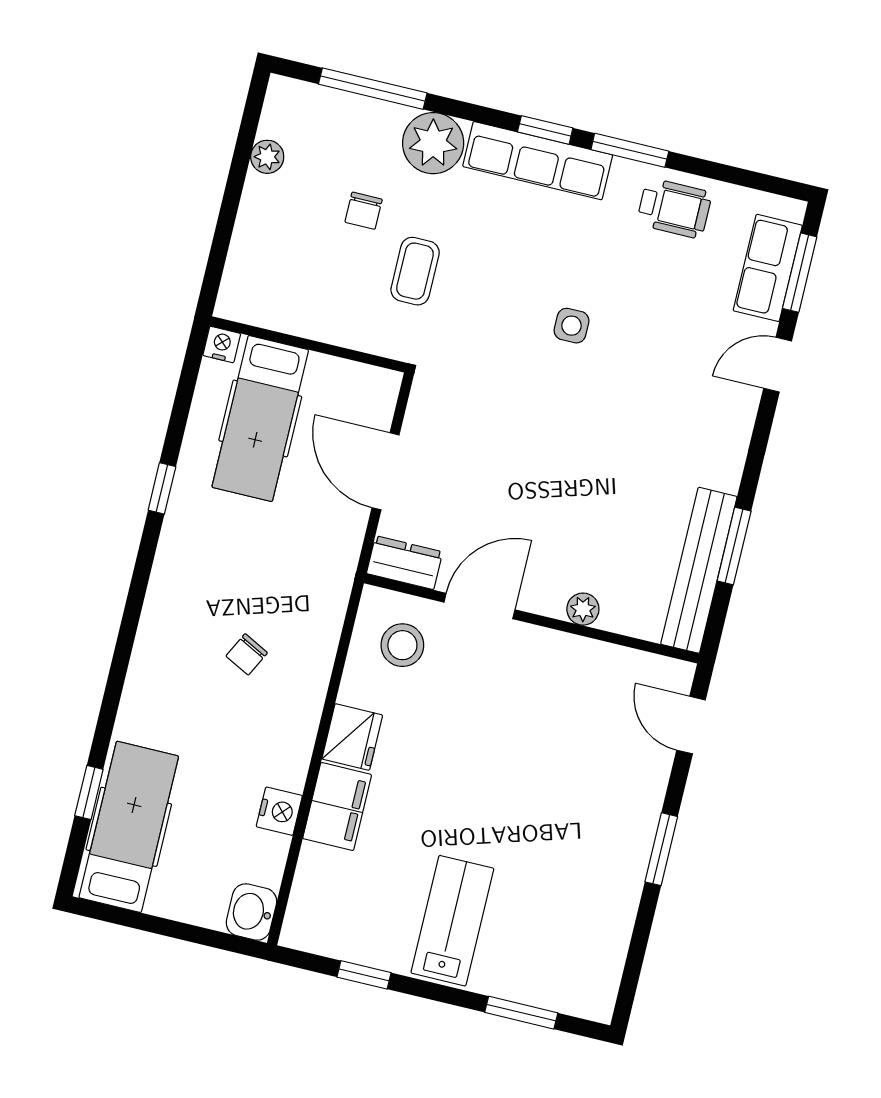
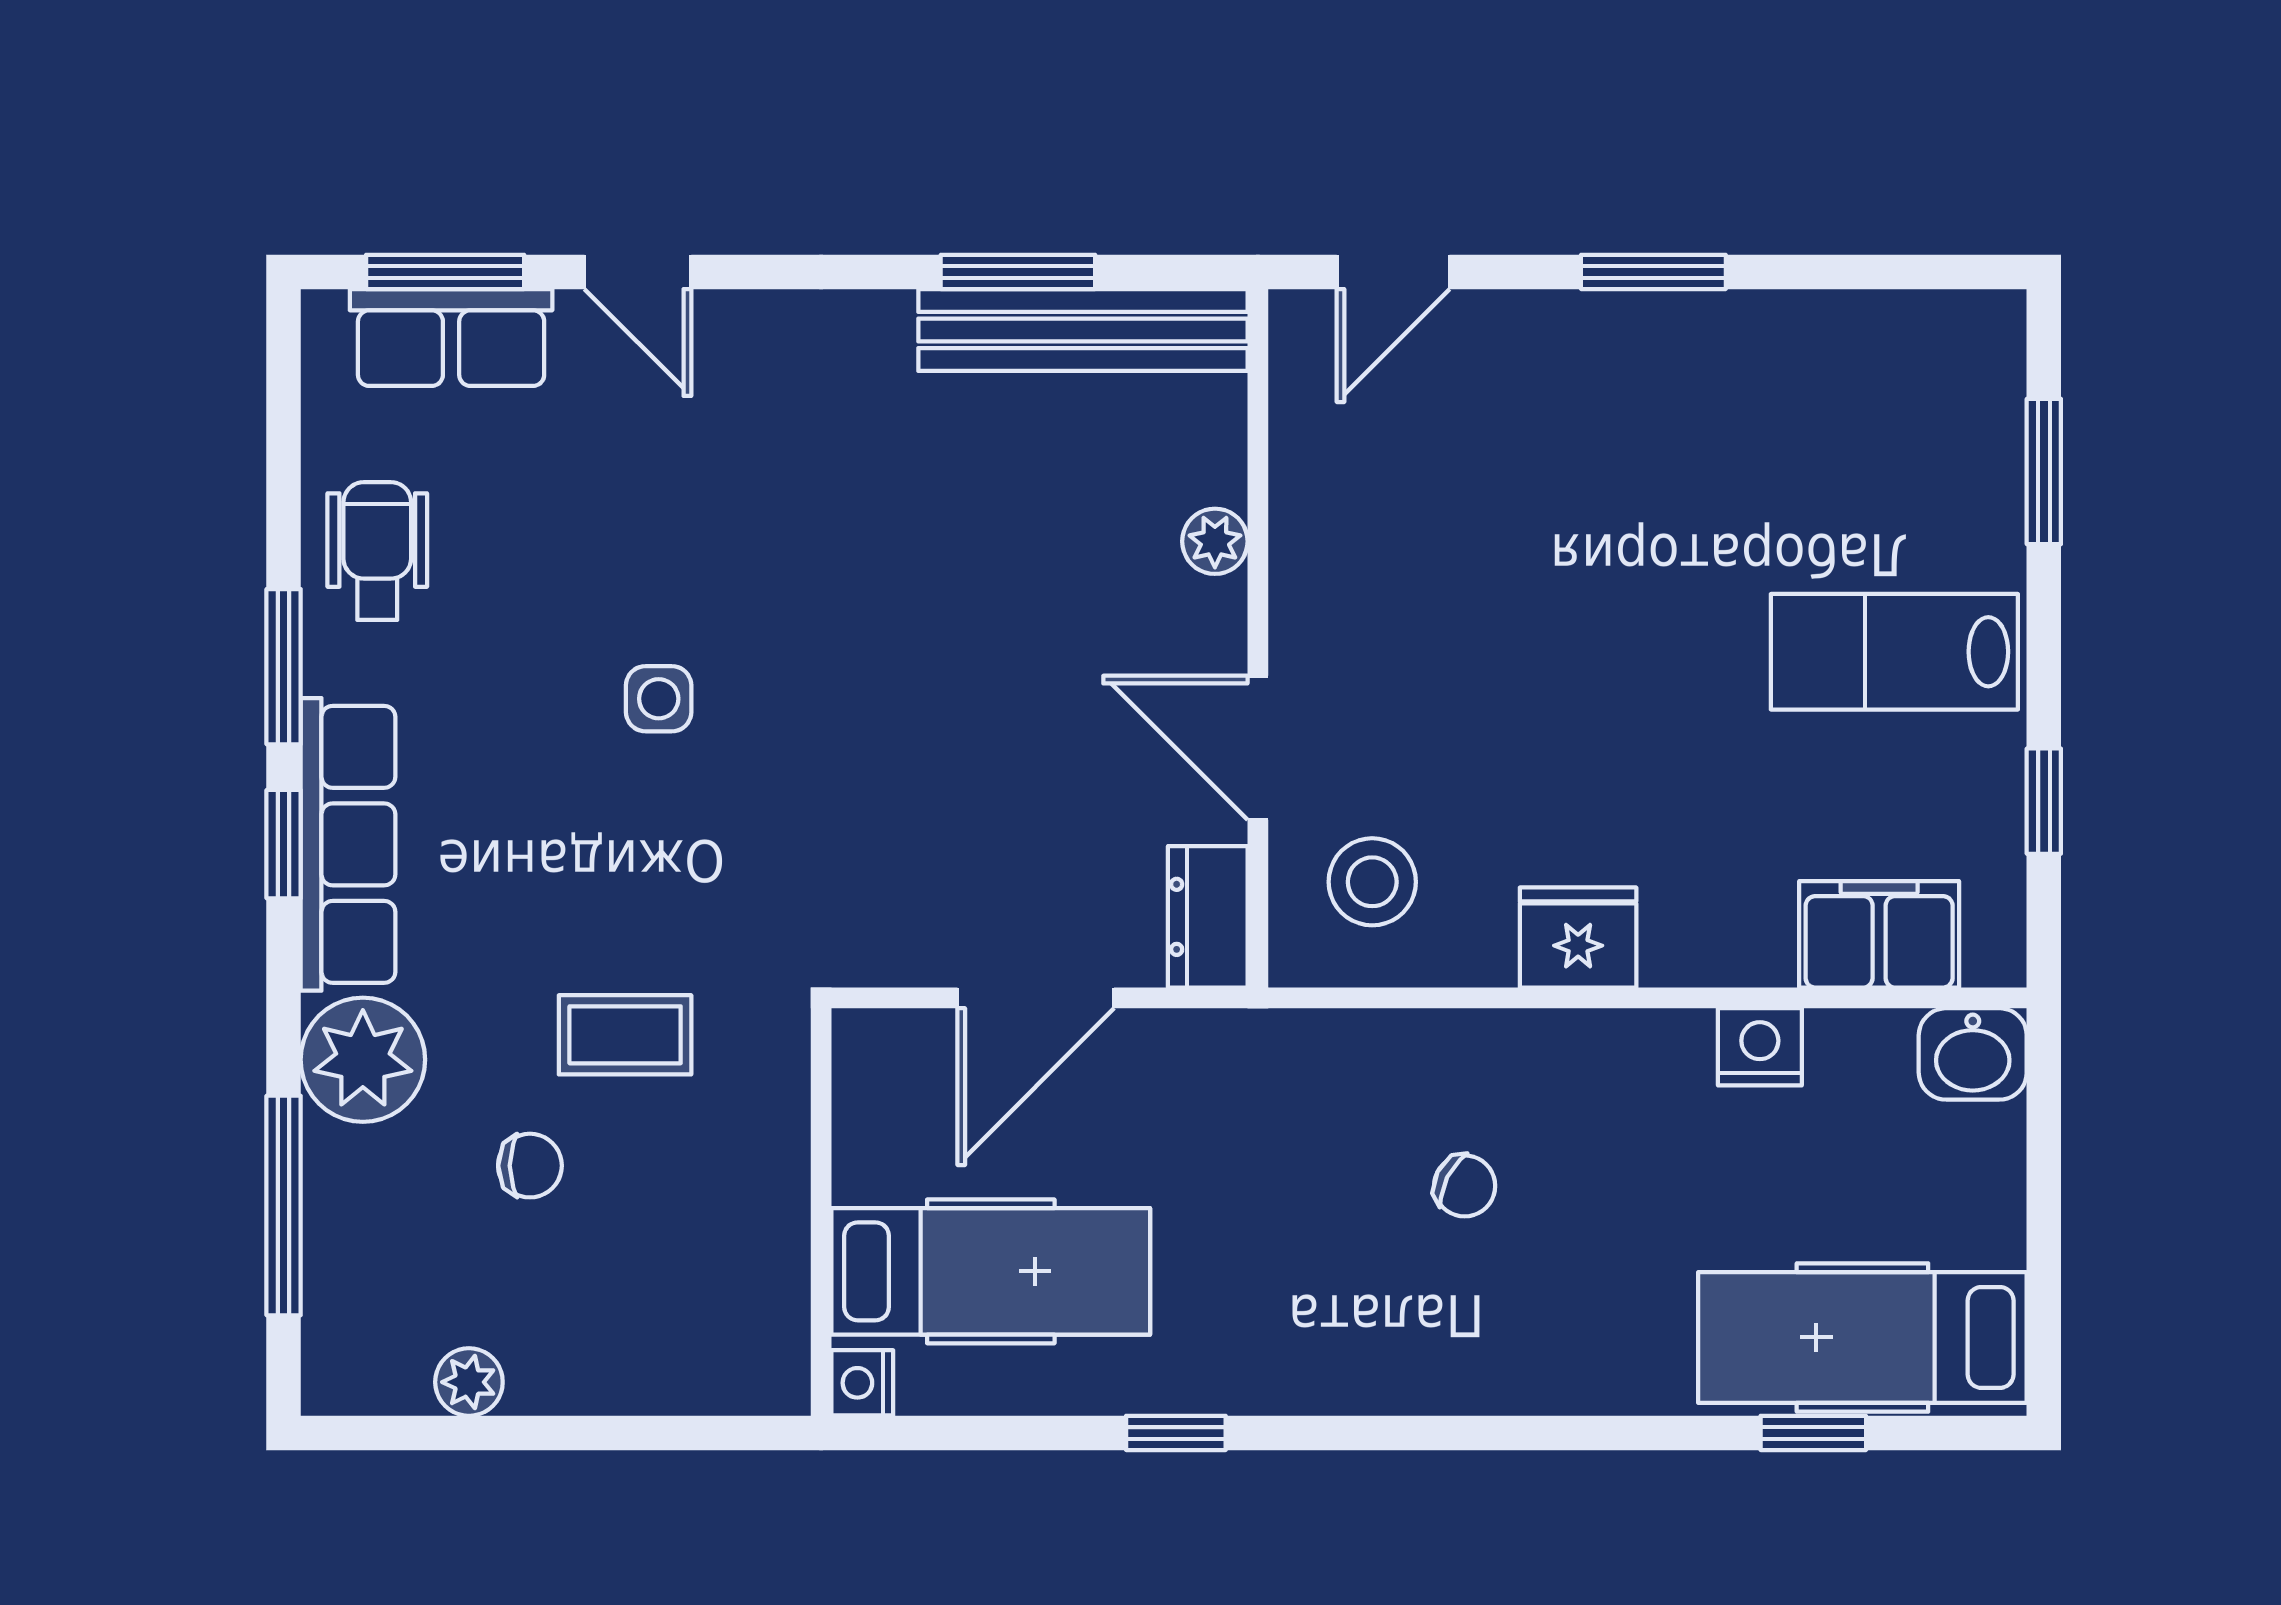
filing cabinet: (337, 807) -> (1879, 934), moved

